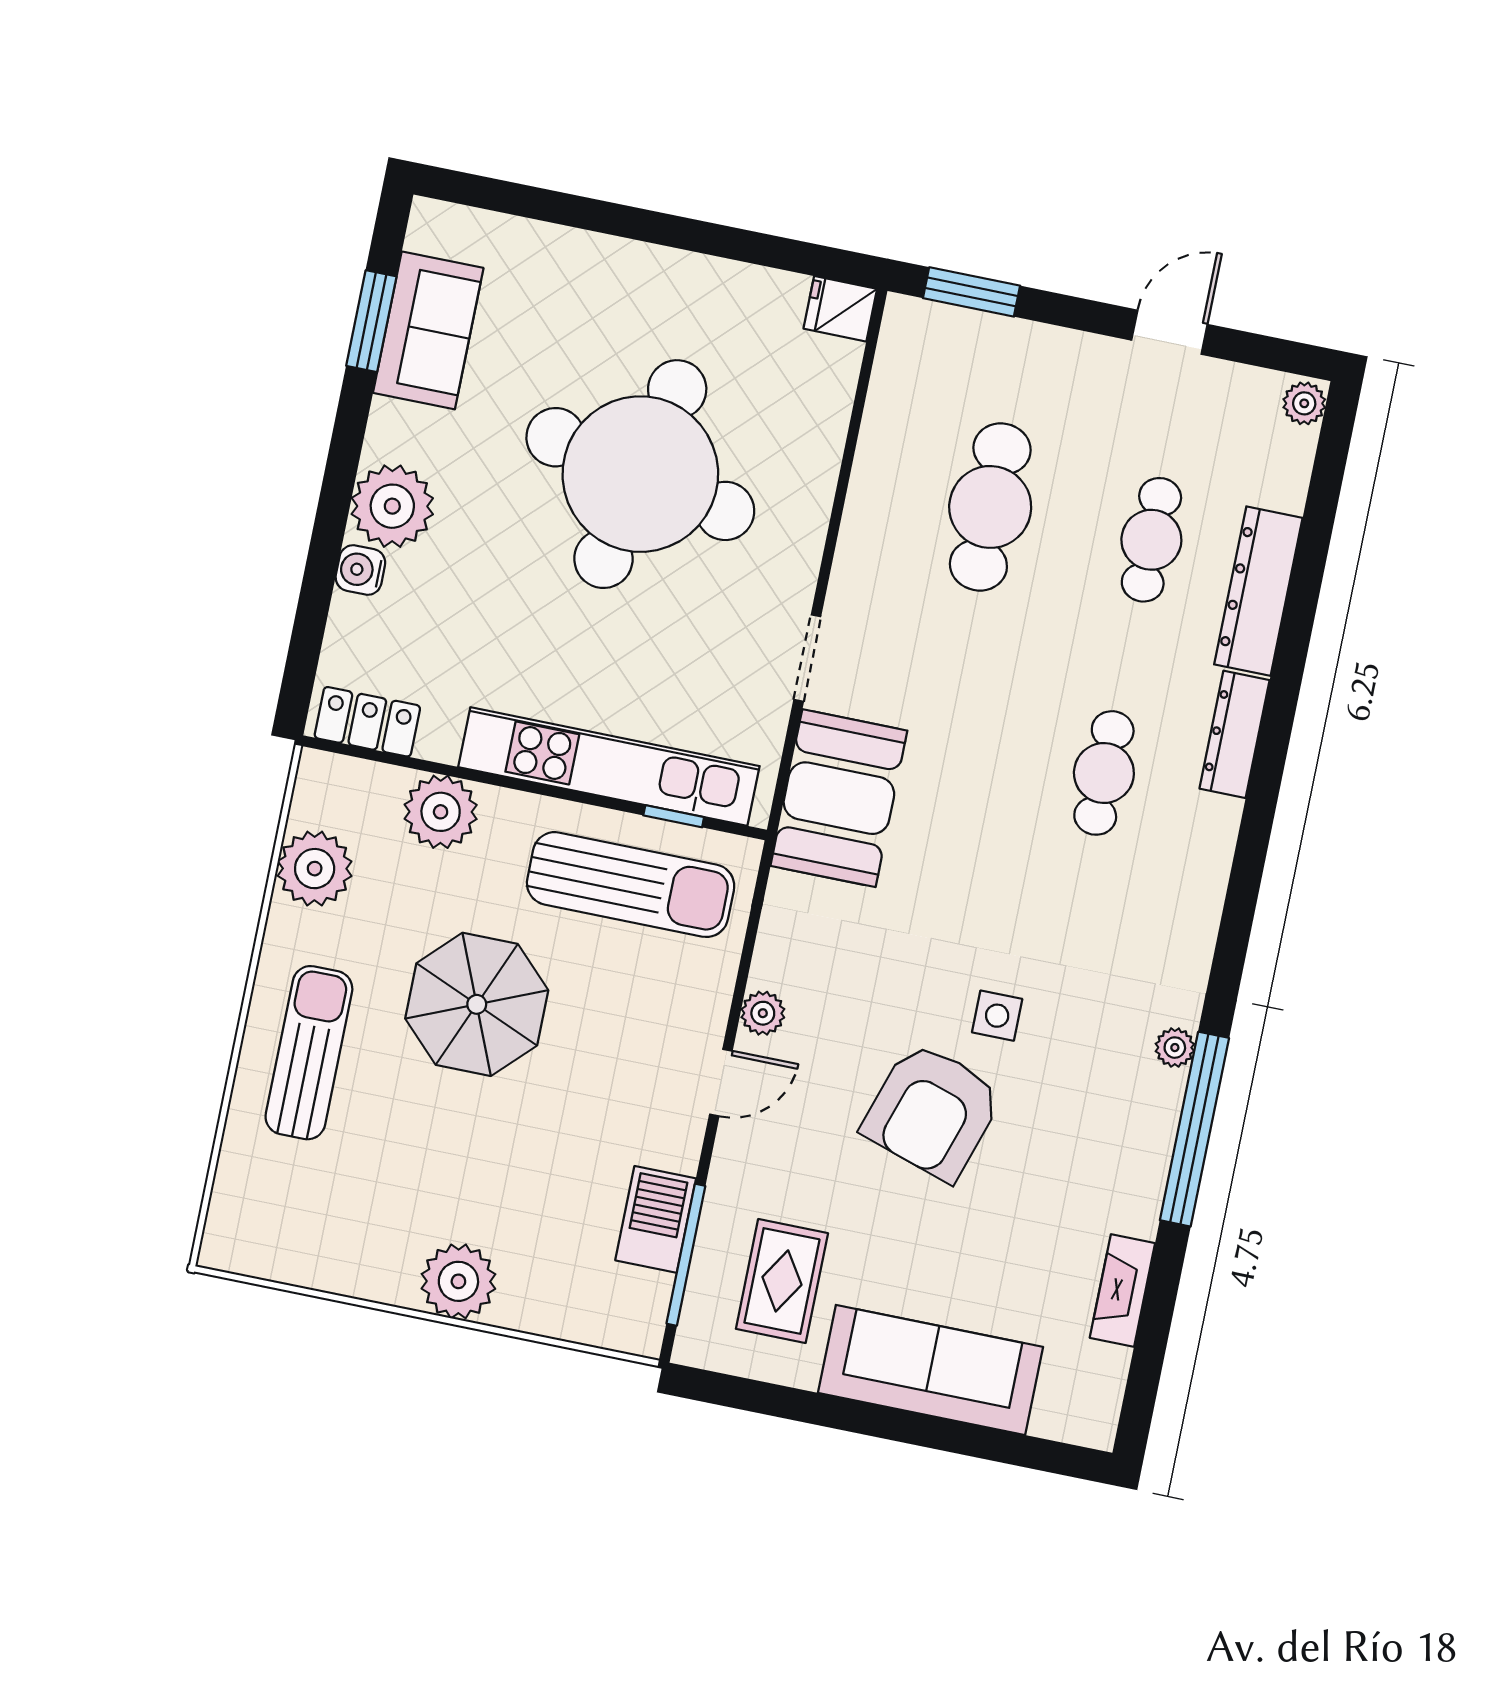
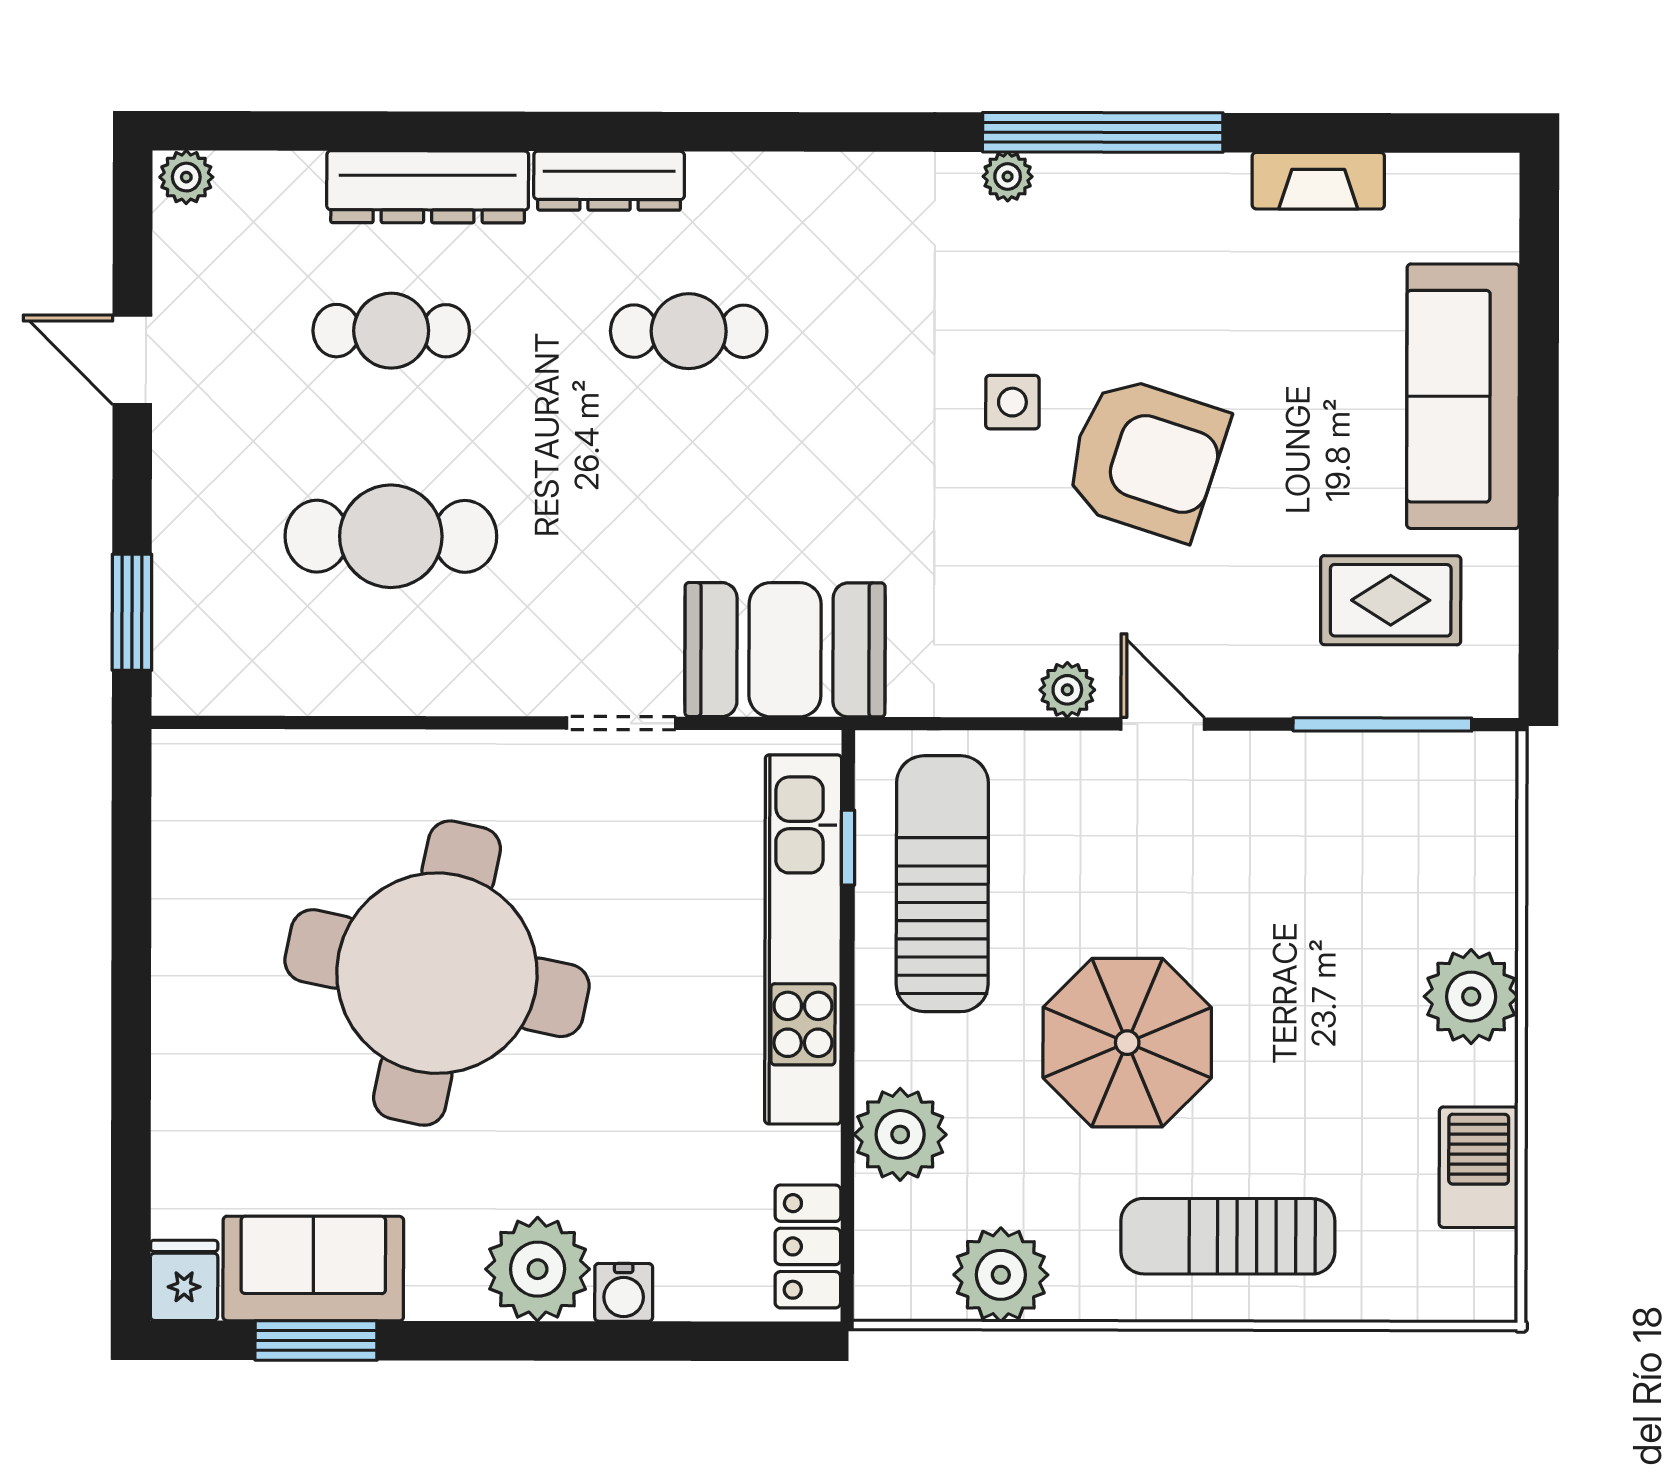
fridge: (840, 309) -> (184, 1280), moved, turned 180
barbecue: (656, 1219) -> (1479, 1167), moved, turned 90

